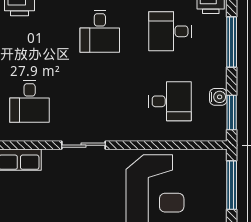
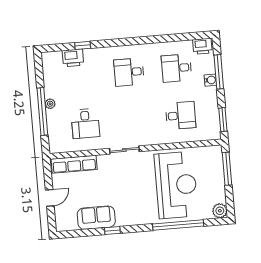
desk: (100, 31) -> (129, 72), turned 90
water cooler: (218, 97) -> (210, 80), moved

